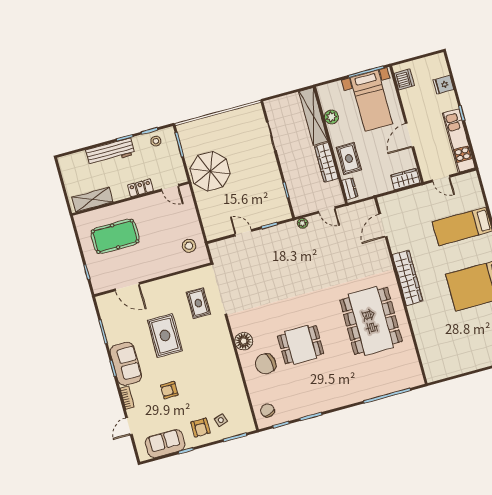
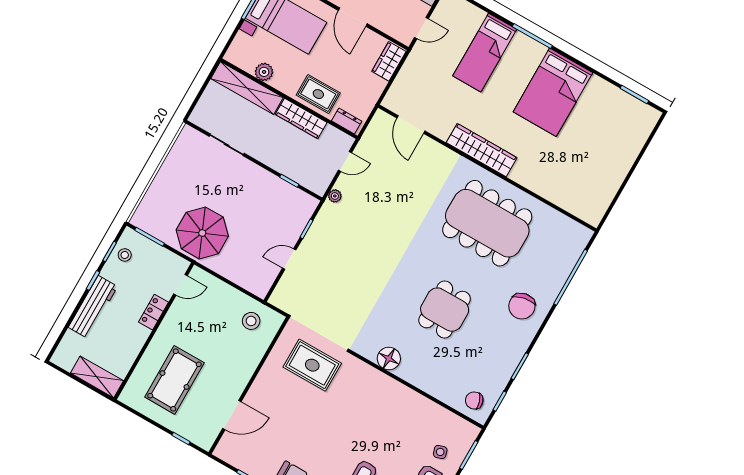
shelving: (92, 200) -> (97, 377), moved, turned 90
rug: (198, 303) -> (312, 365), width x1.36, depth x1.43
rug: (165, 335) -> (311, 425), removed
chair: (266, 364) -> (522, 306), moved

